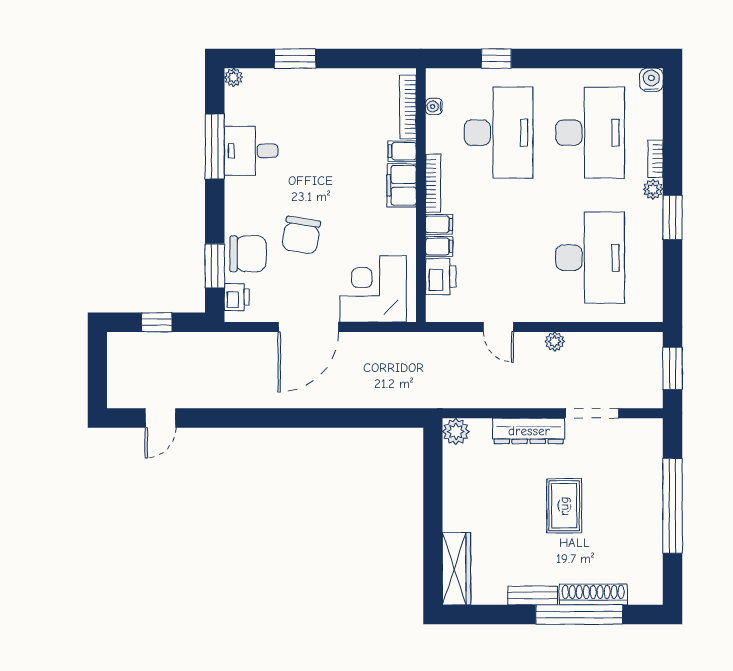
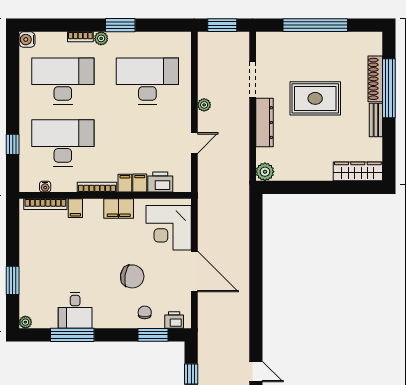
filing cabinet: (402, 185) -> (119, 208), moved
chair: (248, 254) -> (145, 312), width x0.54, depth x0.54
rug: (564, 506) -> (315, 98), width x1.36, depth x1.43

